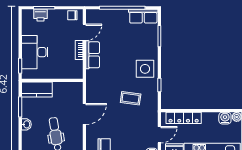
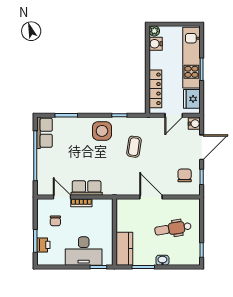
chair: (72, 15) -> (55, 221), moved
door: (159, 135) -> (174, 115), swing flipped

